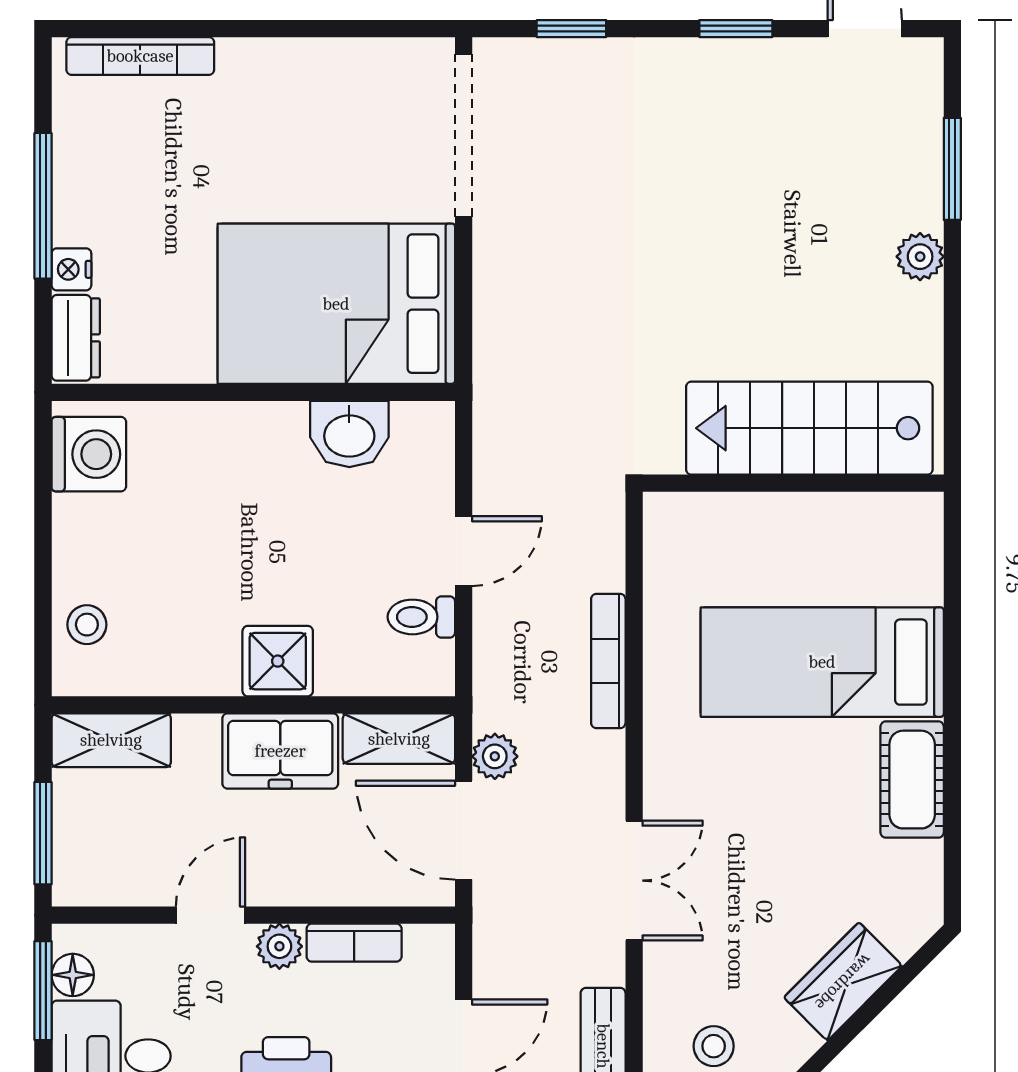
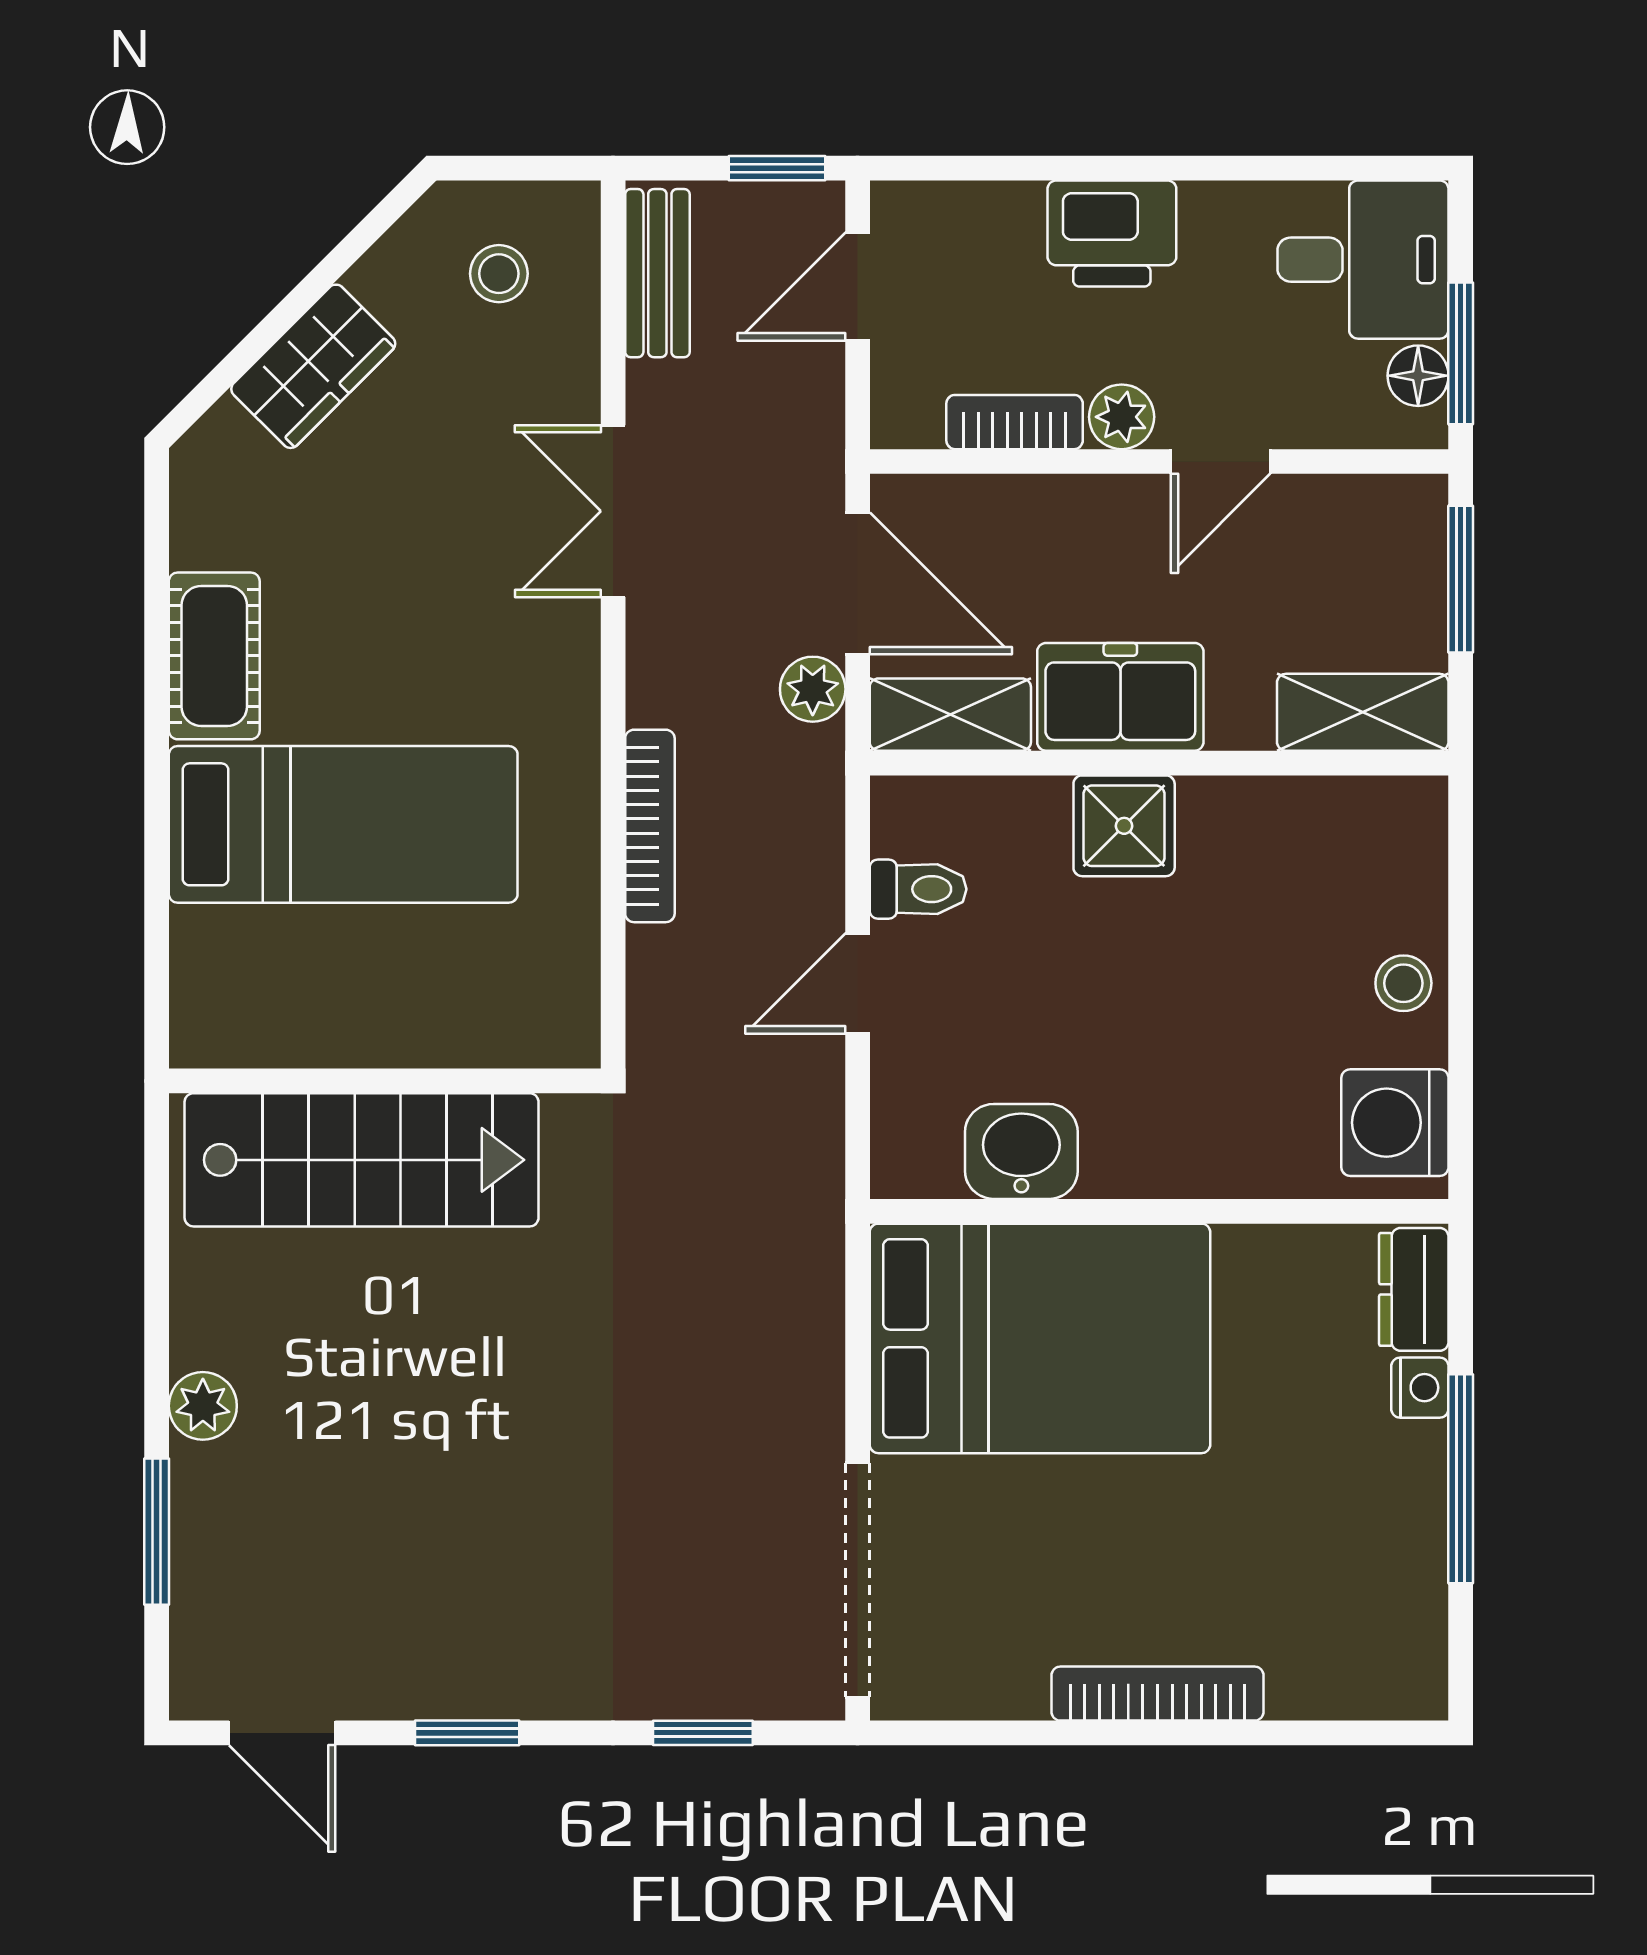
bookcase: (140, 56) -> (1158, 1694), moved
stool: (87, 625) -> (1403, 983), moved

